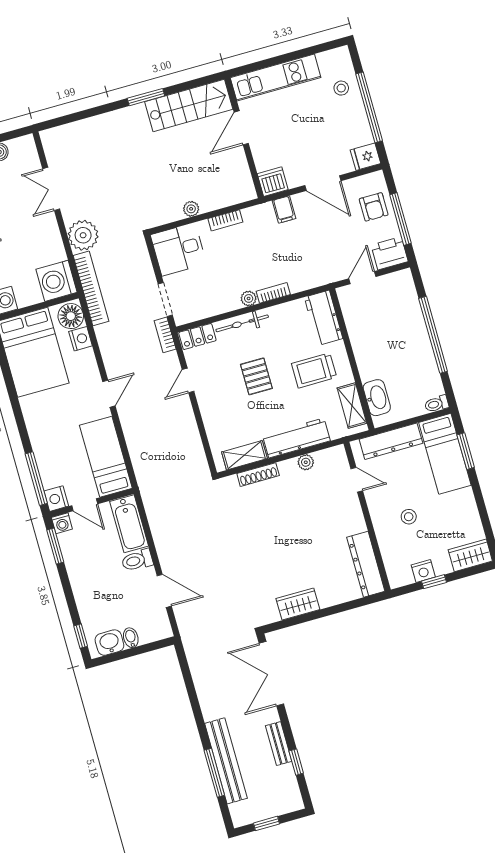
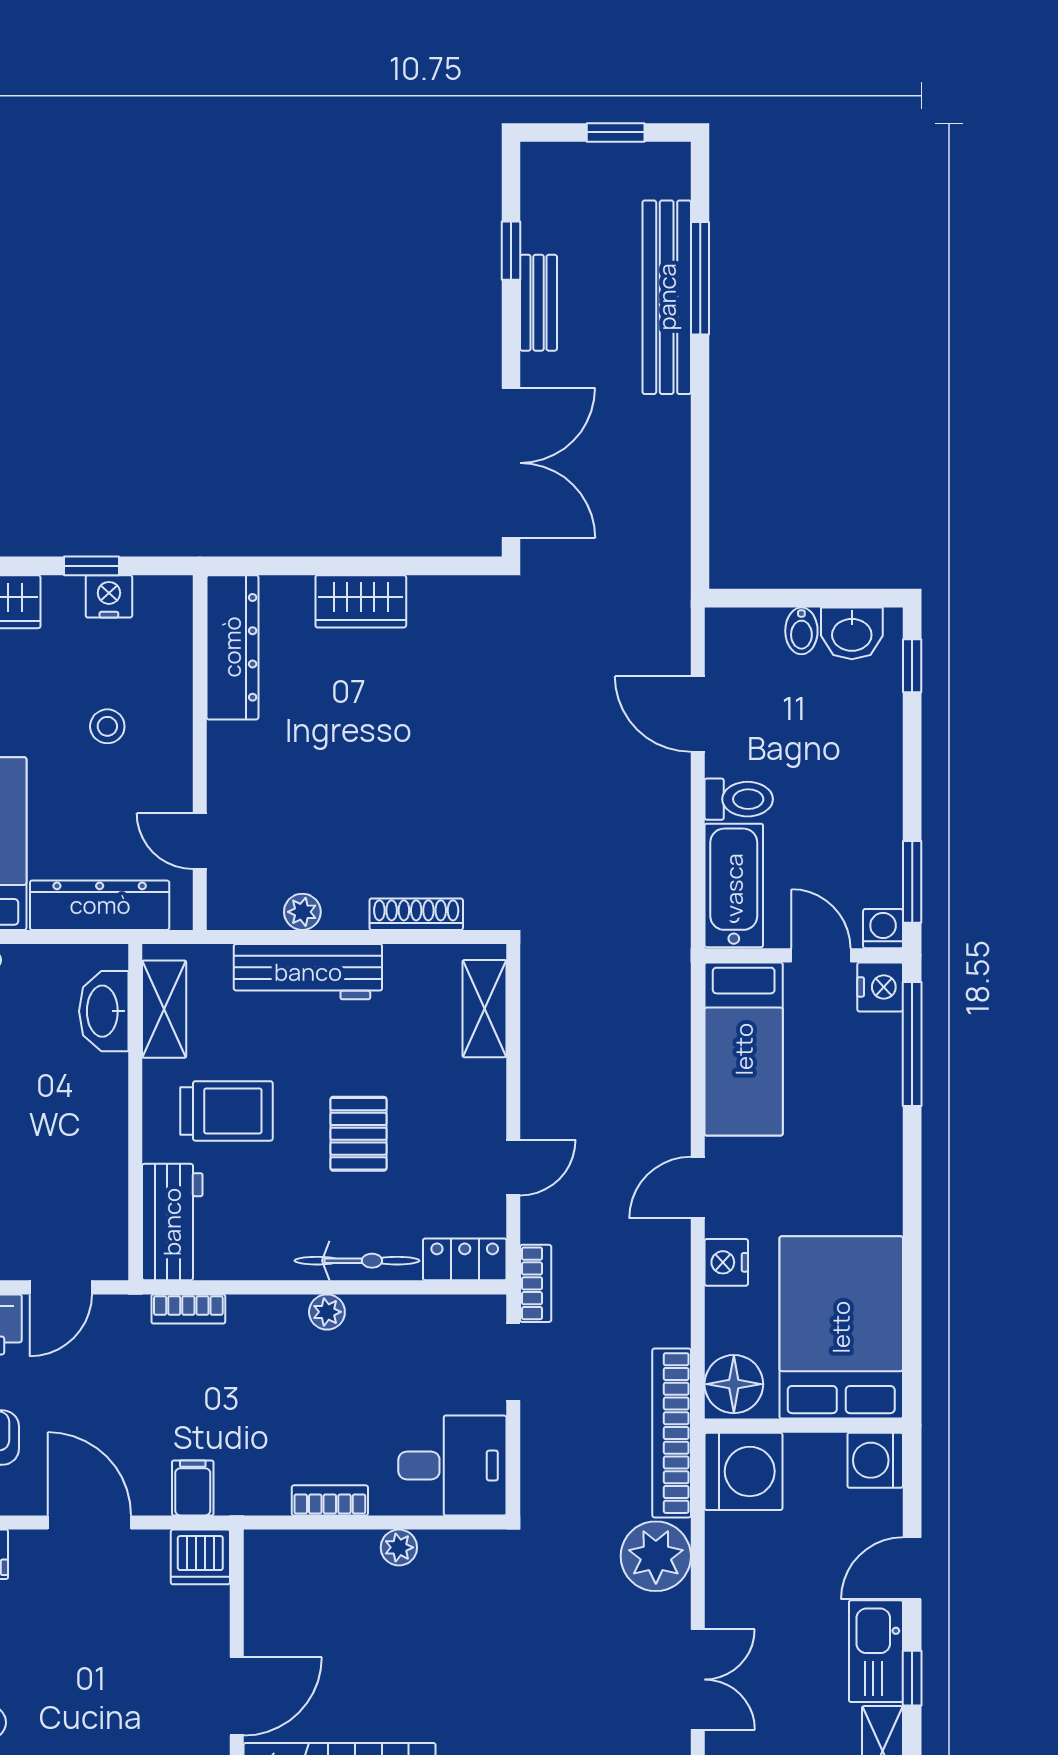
bookcase: (273, 293) -> (188, 1309), moved
nightstand: (81, 339) -> (726, 1262), moved
shelving: (244, 455) -> (484, 1009), moved, turned 90
wardrobe: (298, 604) -> (361, 601), moved

